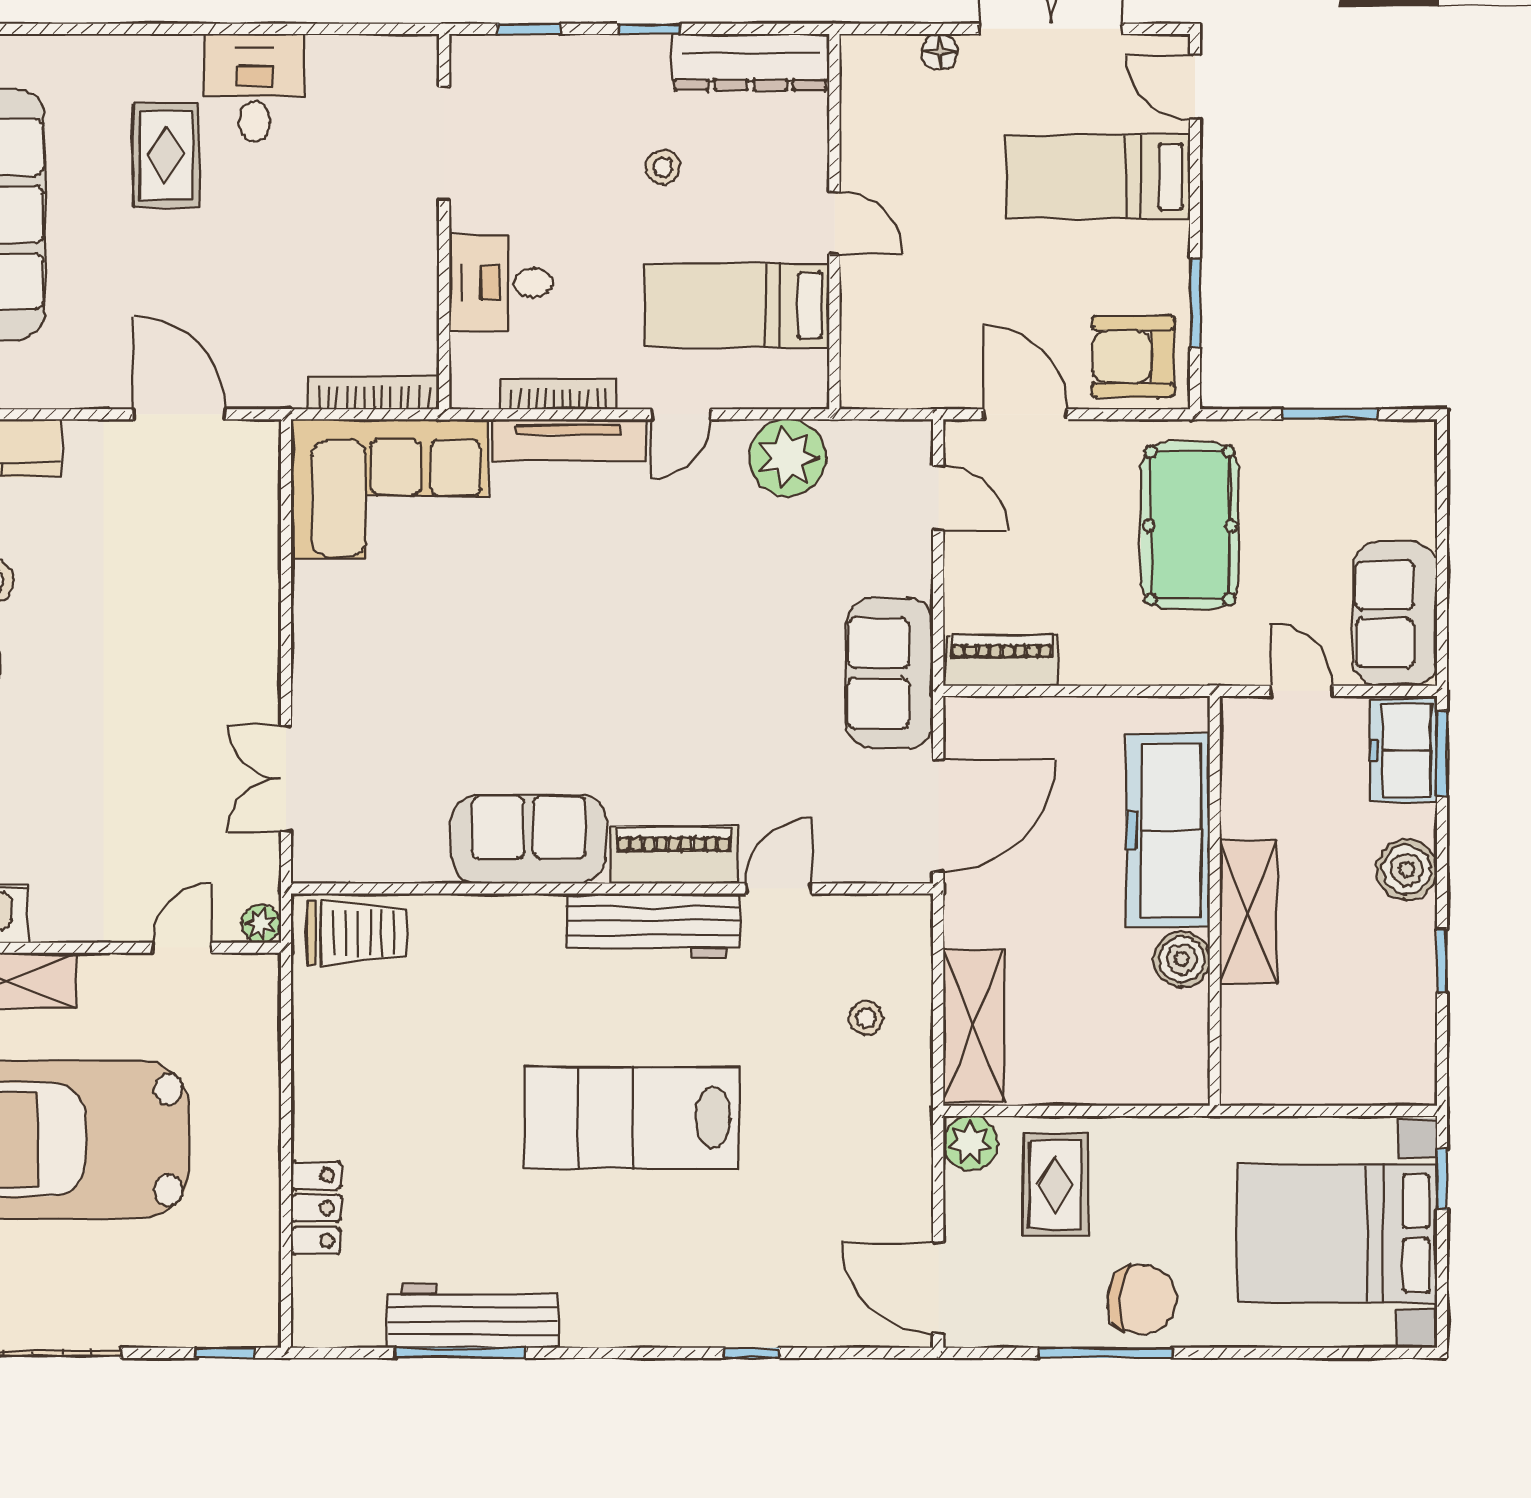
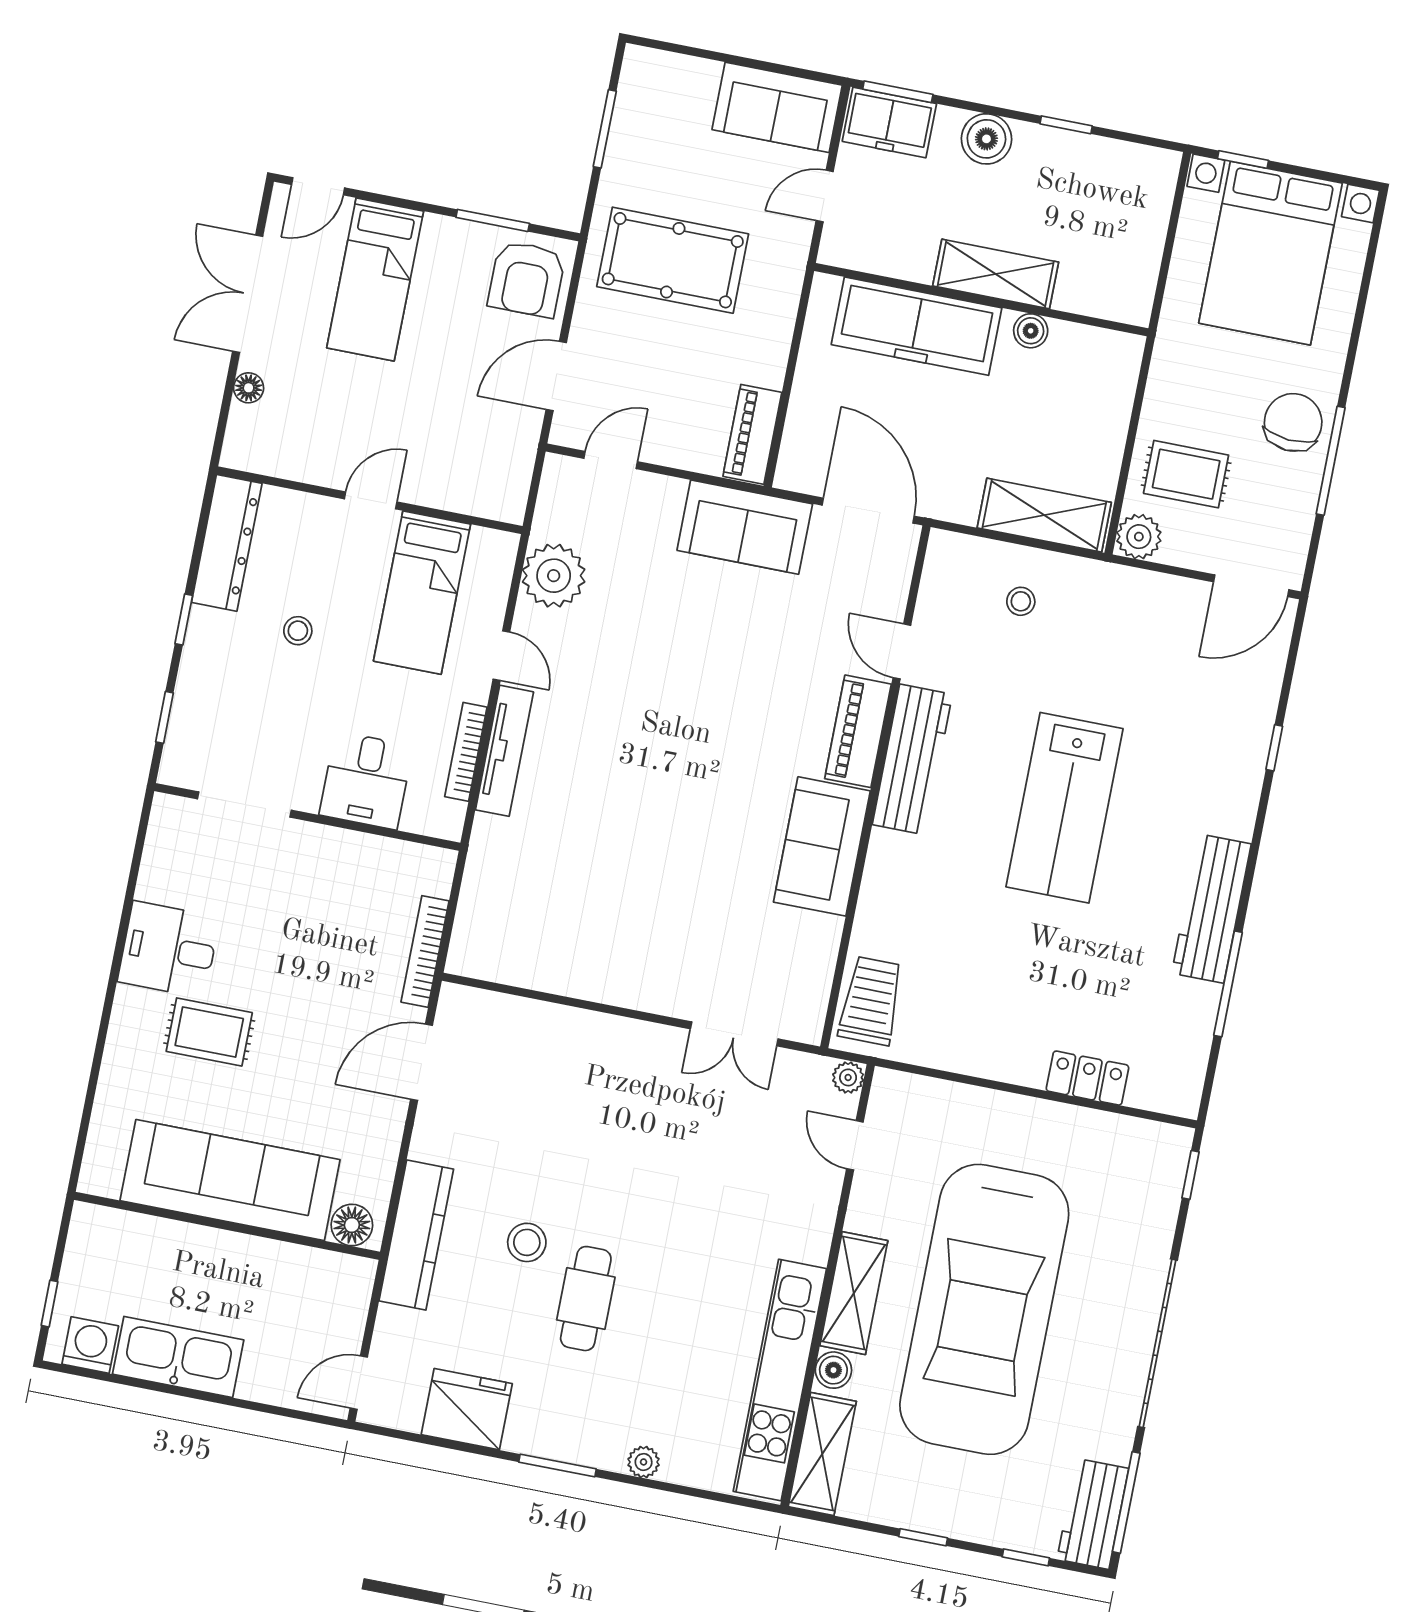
bookcase: (374, 393) -> (425, 951), moved
corner sofa: (390, 489) -> (516, 904), removed
boiler: (1182, 959) -> (1031, 331), width x0.73, depth x0.73
workbench: (473, 1316) -> (1211, 909), moved

